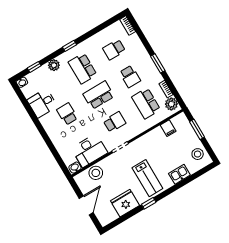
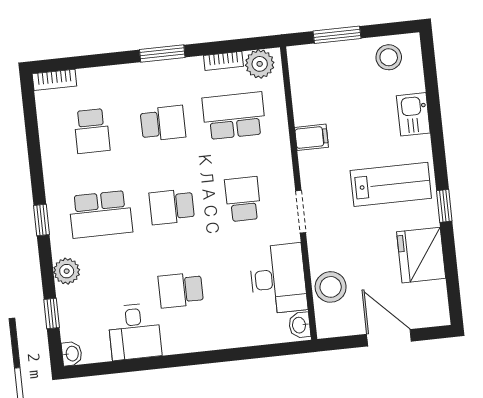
school desk: (99, 95) -> (172, 207), width x0.54
school desk: (146, 103) -> (234, 116), turned 180
filing cabinet: (168, 128) -> (312, 137), moved

